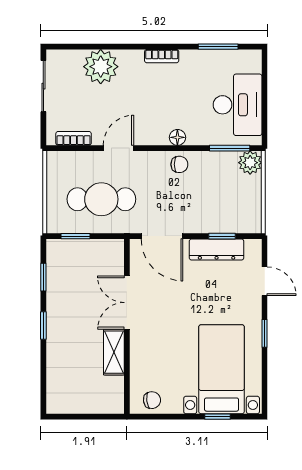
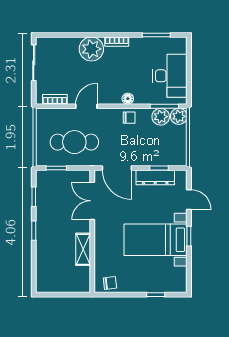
plant: (101, 67) -> (91, 49), moved
plant: (224, 163) -> (161, 117), added
double door: (127, 303) -> (92, 201), moved
bed with nightstands: (222, 369) -> (156, 240), moved, turned -90

